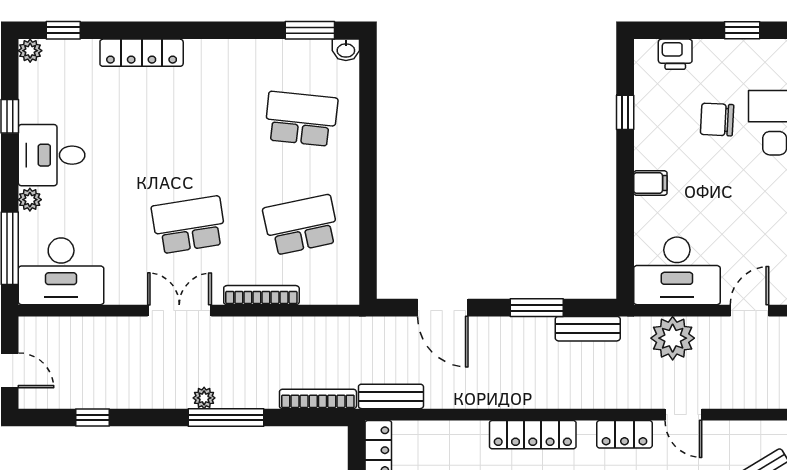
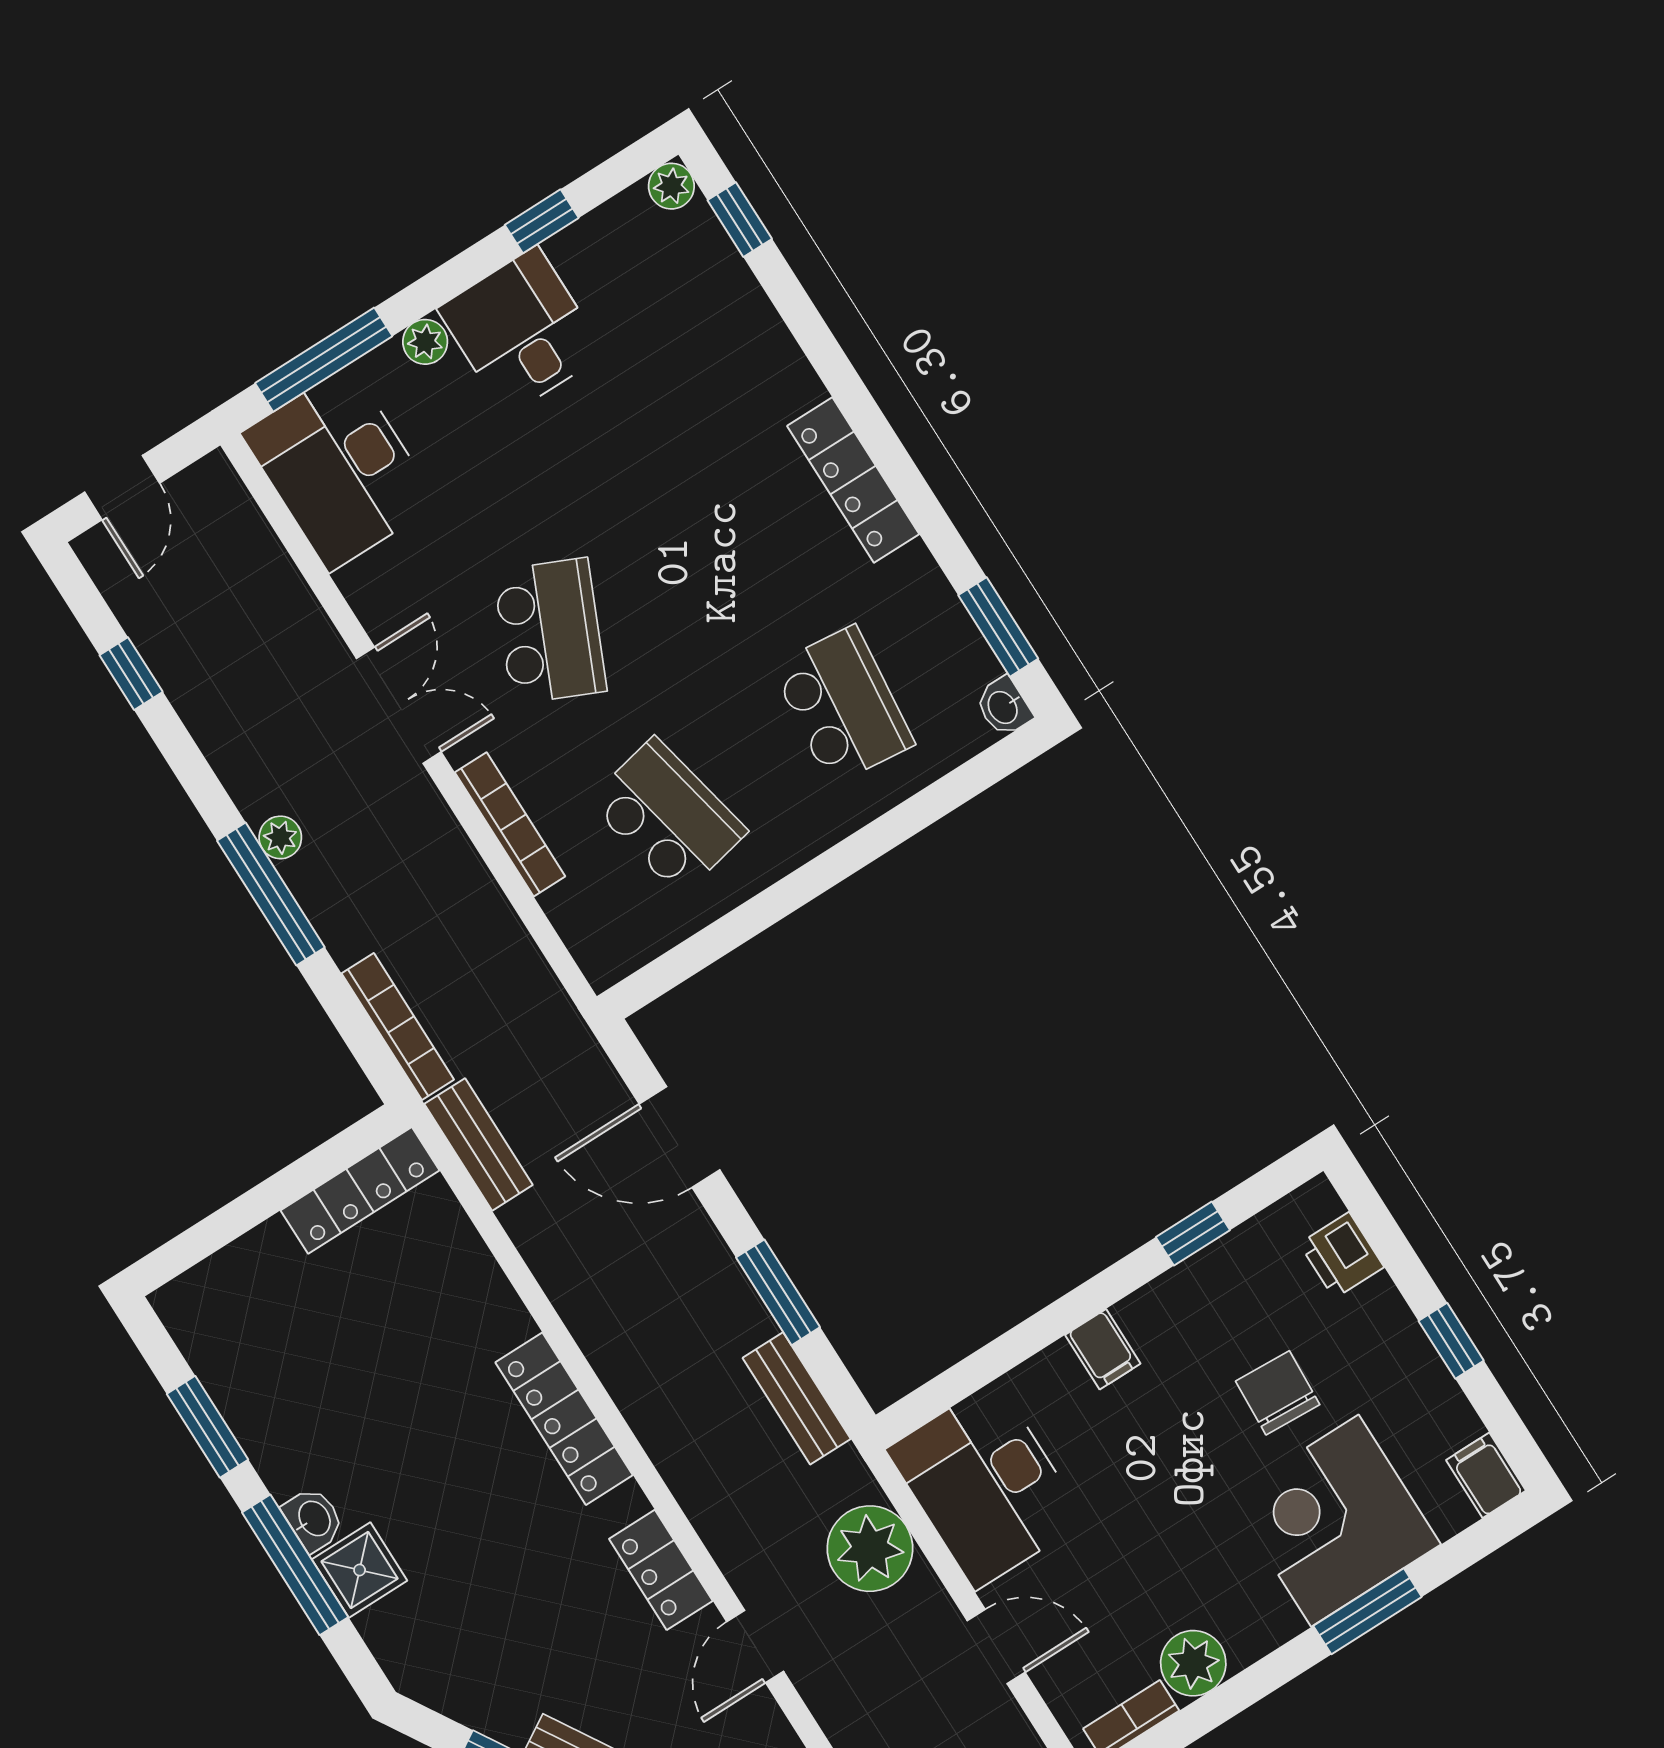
locker: (142, 53) -> (853, 480), moved
school desk: (189, 225) -> (550, 631), turned 33
door: (443, 308) -> (679, 1137), hinge flipped

